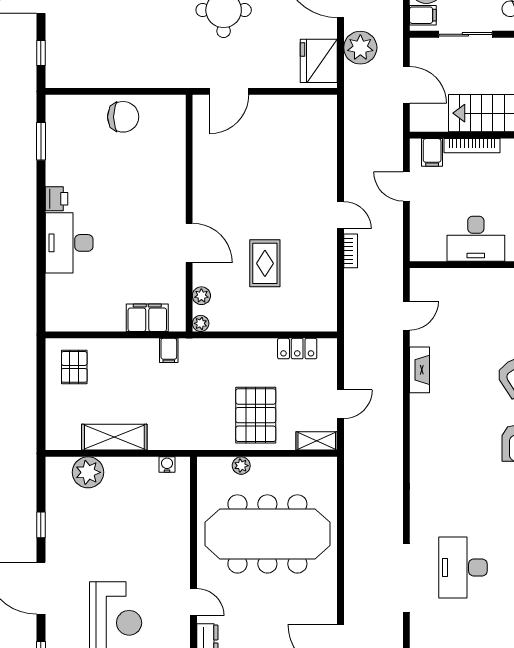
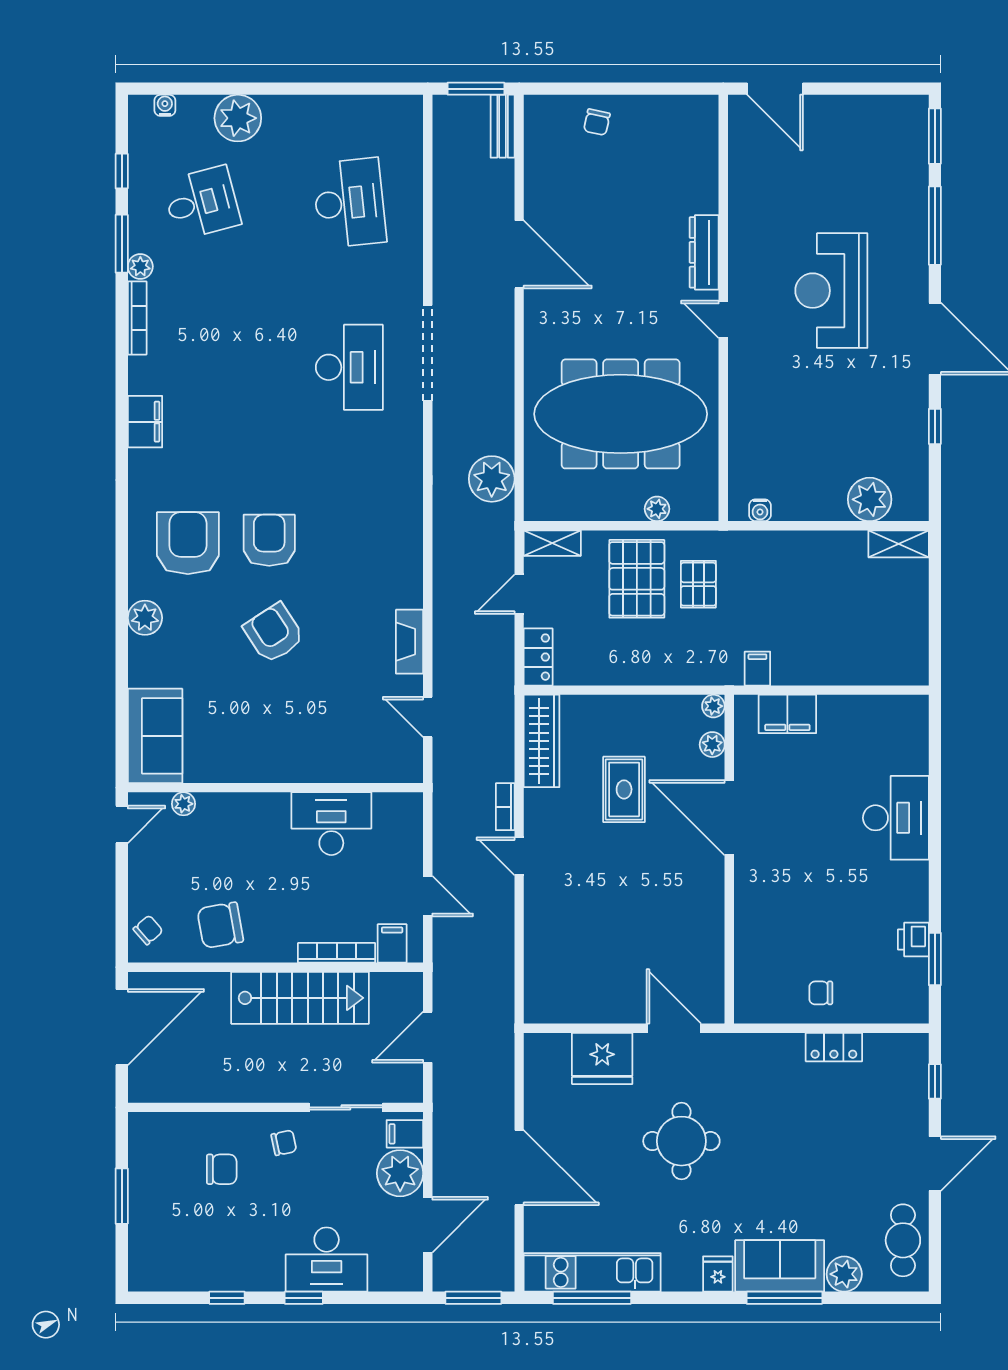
plant: (360, 48) -> (492, 479), moved
fridge: (319, 61) -> (602, 1058), moved, turned 90
locker: (114, 78) -> (834, 1047), added
door: (406, 85) -> (428, 1037), hinge flipped
door: (229, 91) -> (674, 1028), hinge flipped
chair: (123, 117) -> (821, 993), width x0.54, depth x0.54
printer: (56, 199) -> (913, 939), moved
door: (189, 243) -> (729, 818), width x1.36
wardrobe: (324, 298) -> (542, 741), added
door: (406, 316) -> (428, 717), hinge flipped
locker: (297, 349) -> (538, 657), moved, turned 90
pallet: (74, 367) -> (698, 584), moved
shelving: (114, 437) -> (899, 544), moved, width x0.67, depth x0.75

